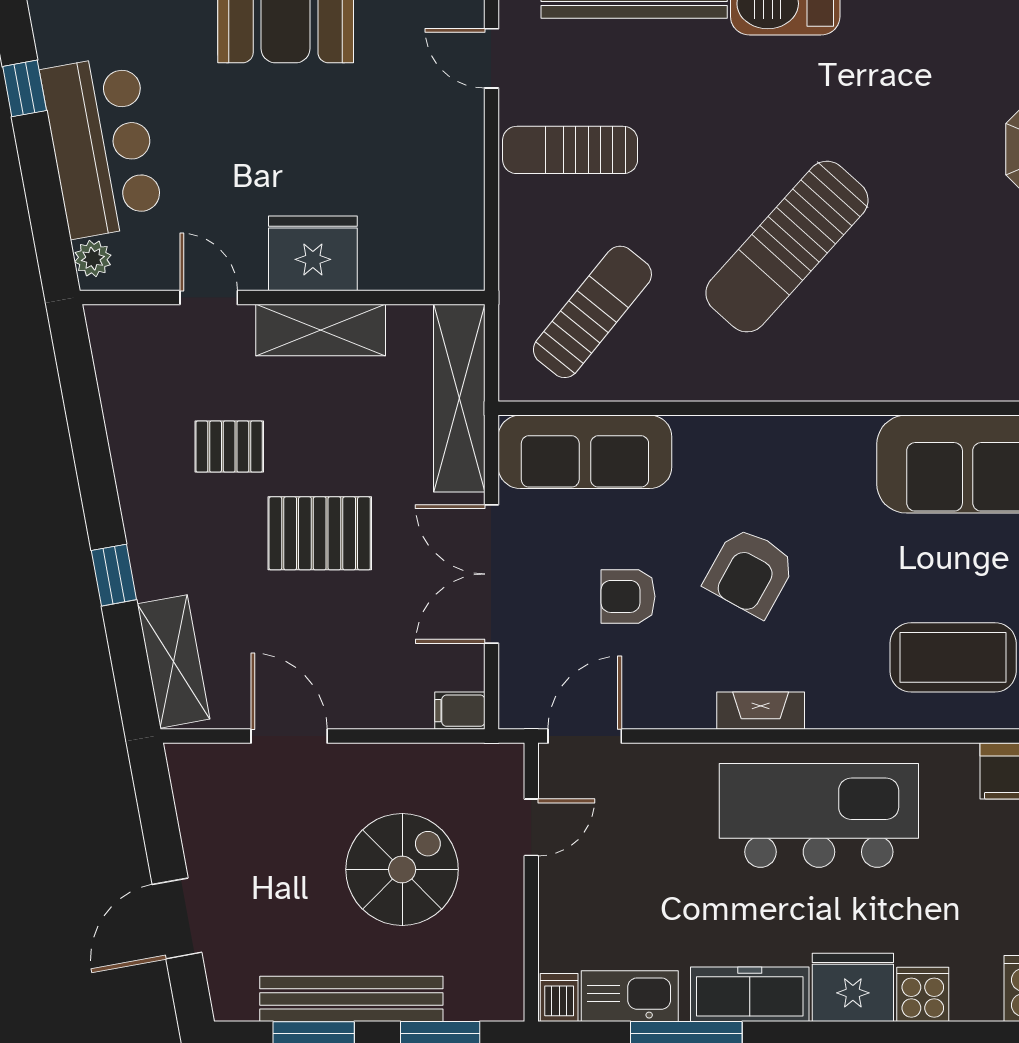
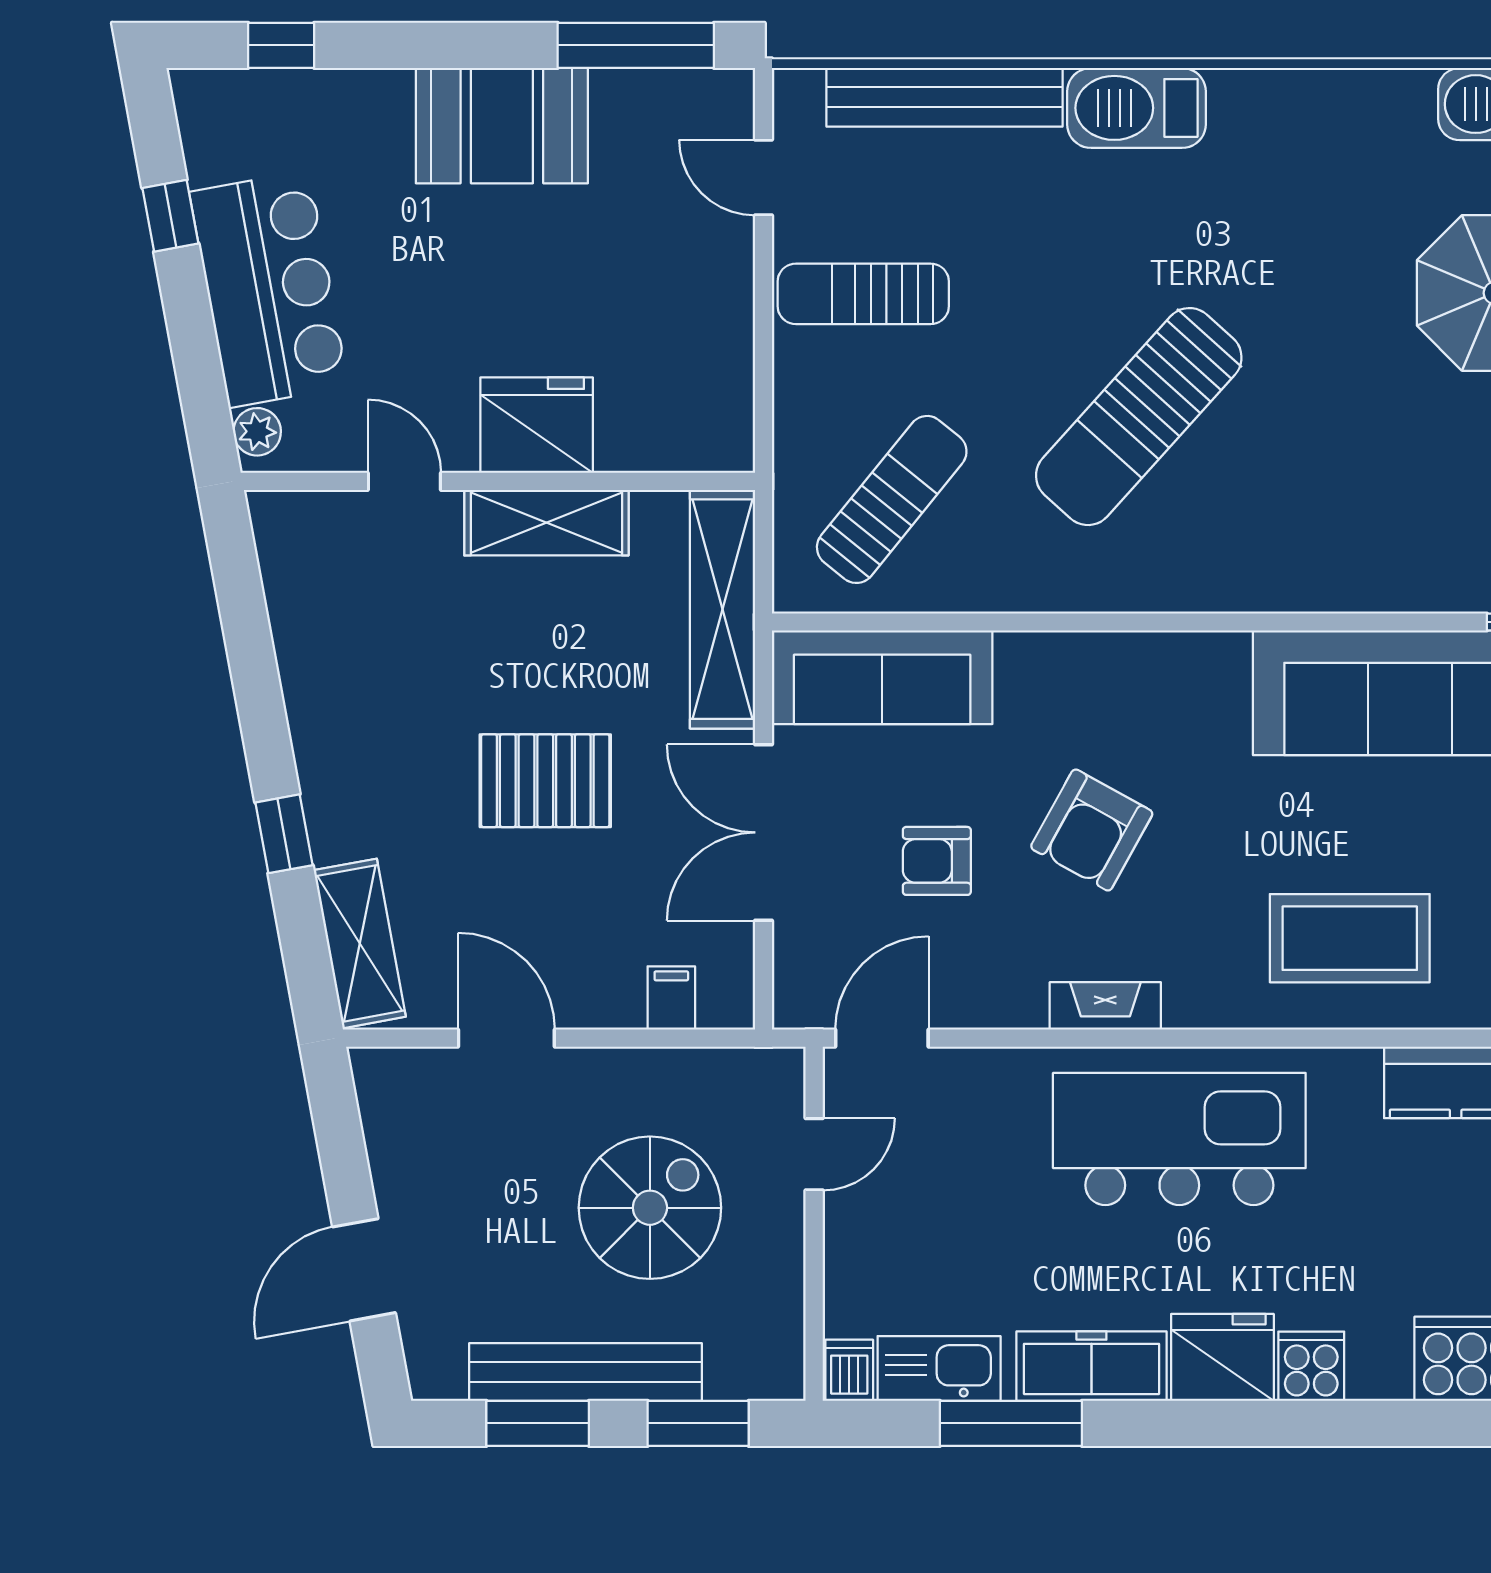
pallet: (229, 447) -> (430, 671), removed
filing cabinet: (460, 711) -> (671, 998), moved, turned 90

